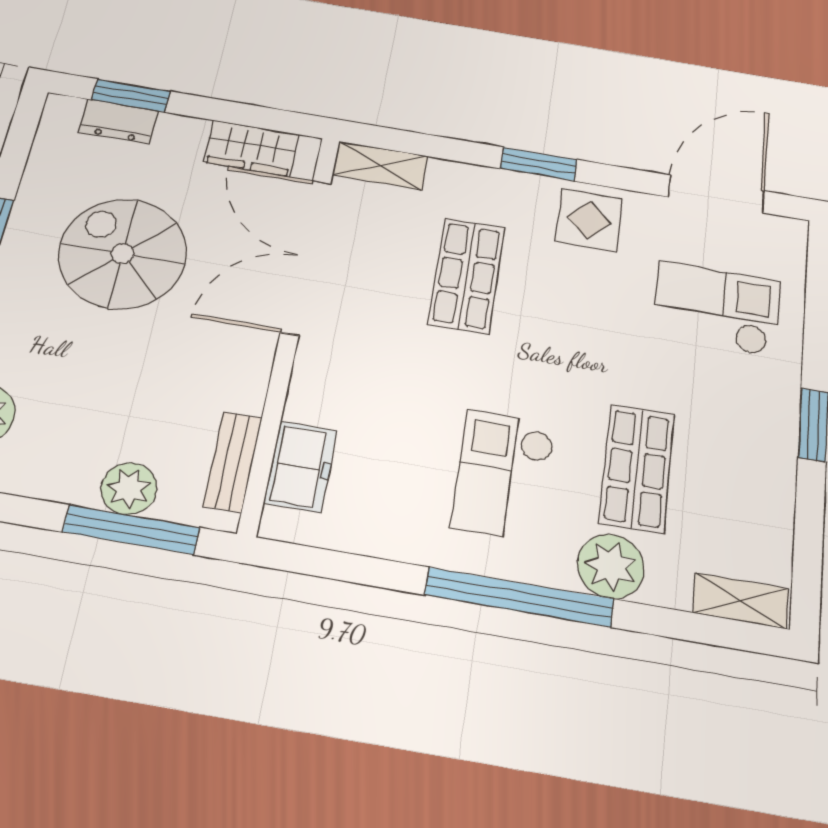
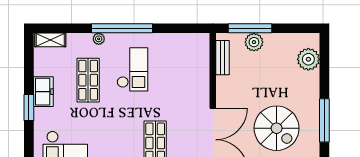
freezer: (301, 467) -> (43, 92), moved, turned 180
plant: (611, 566) -> (99, 39), width x0.53, depth x0.53

